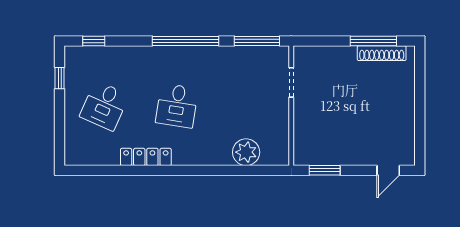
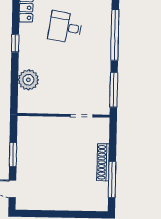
shoe rack: (382, 53) -> (103, 162), moved
window: (199, 170) -> (15, 43), added
window: (325, 170) -> (13, 155), moved

